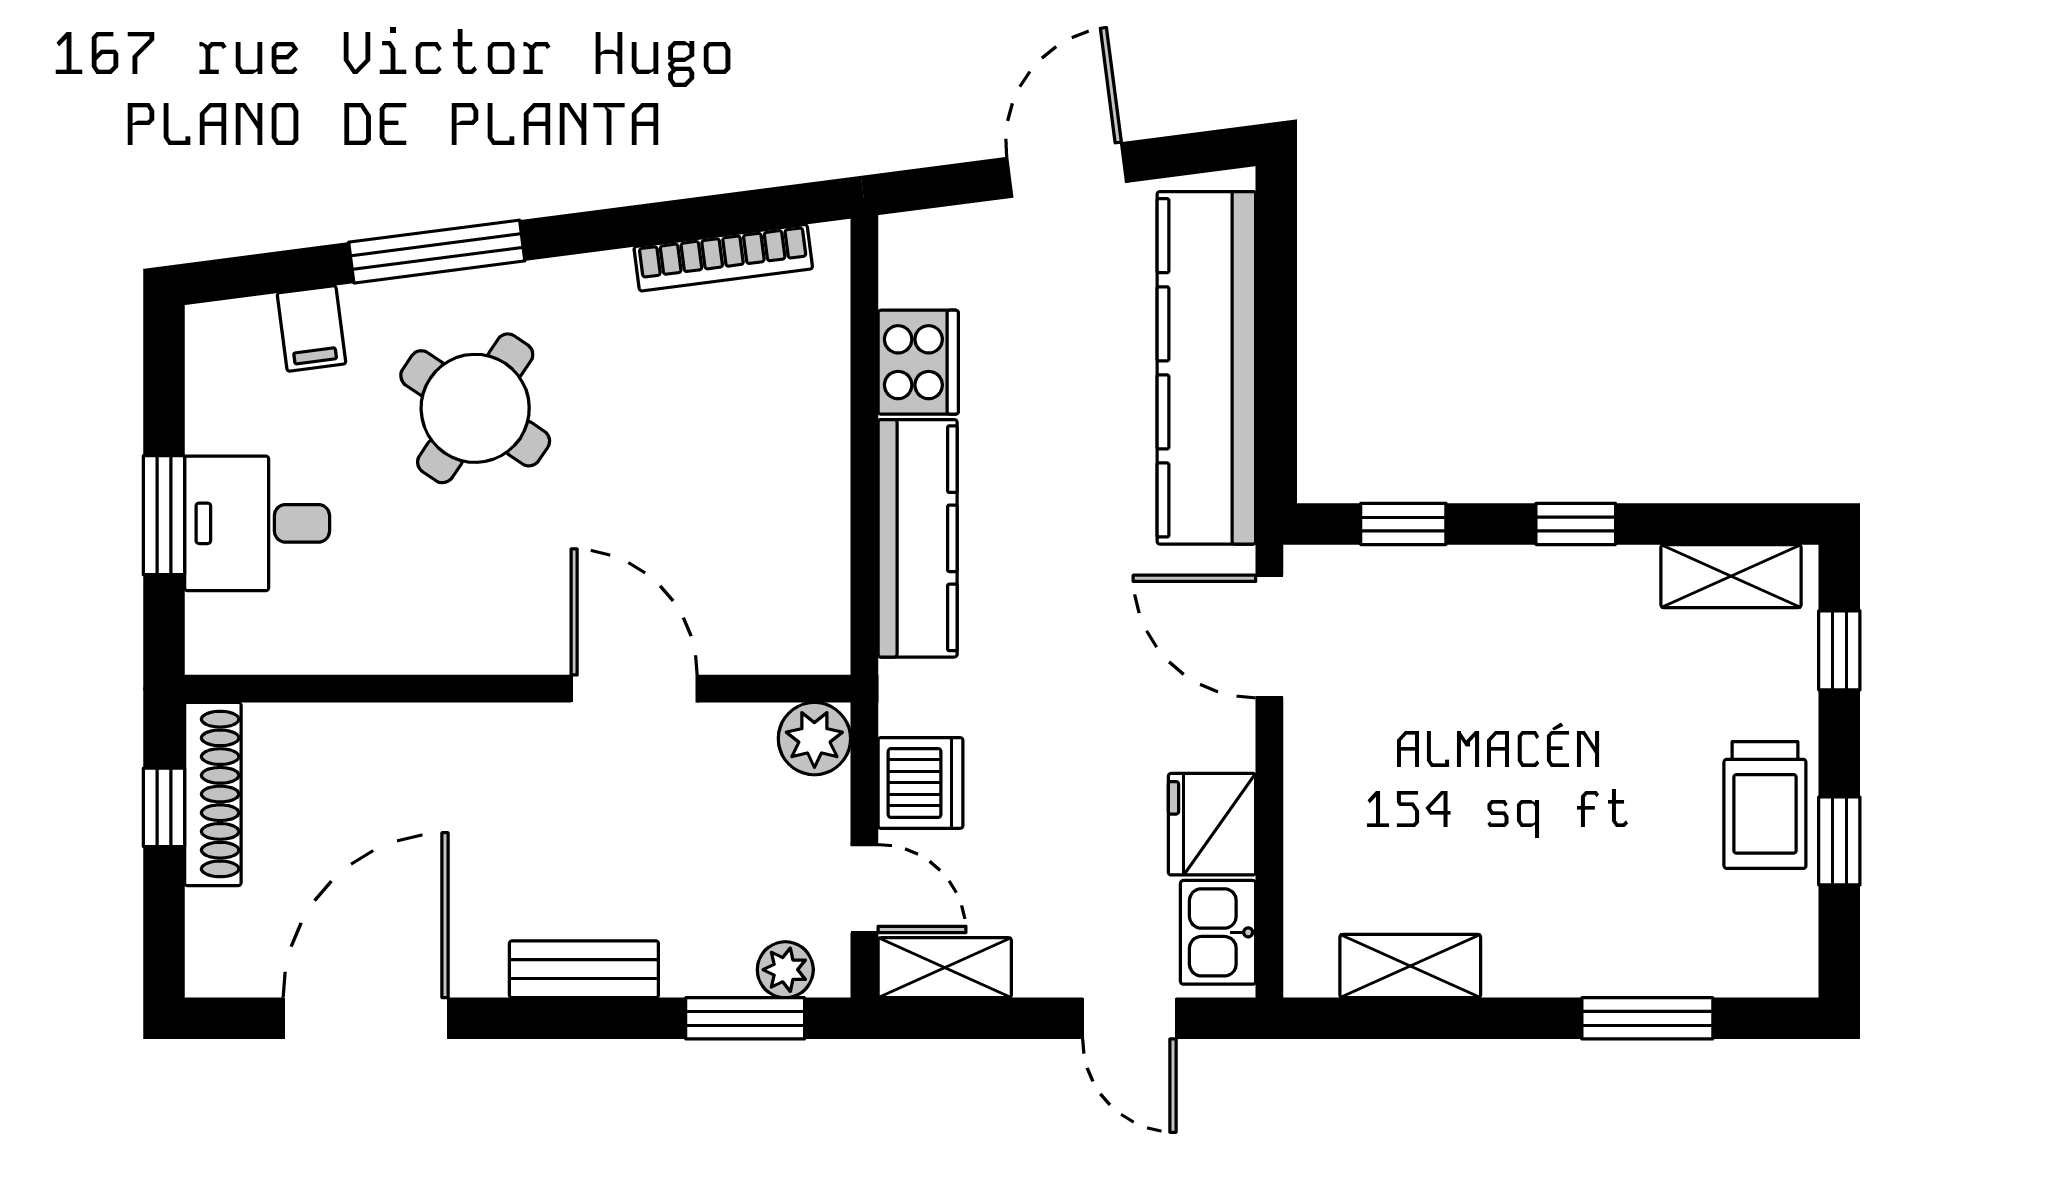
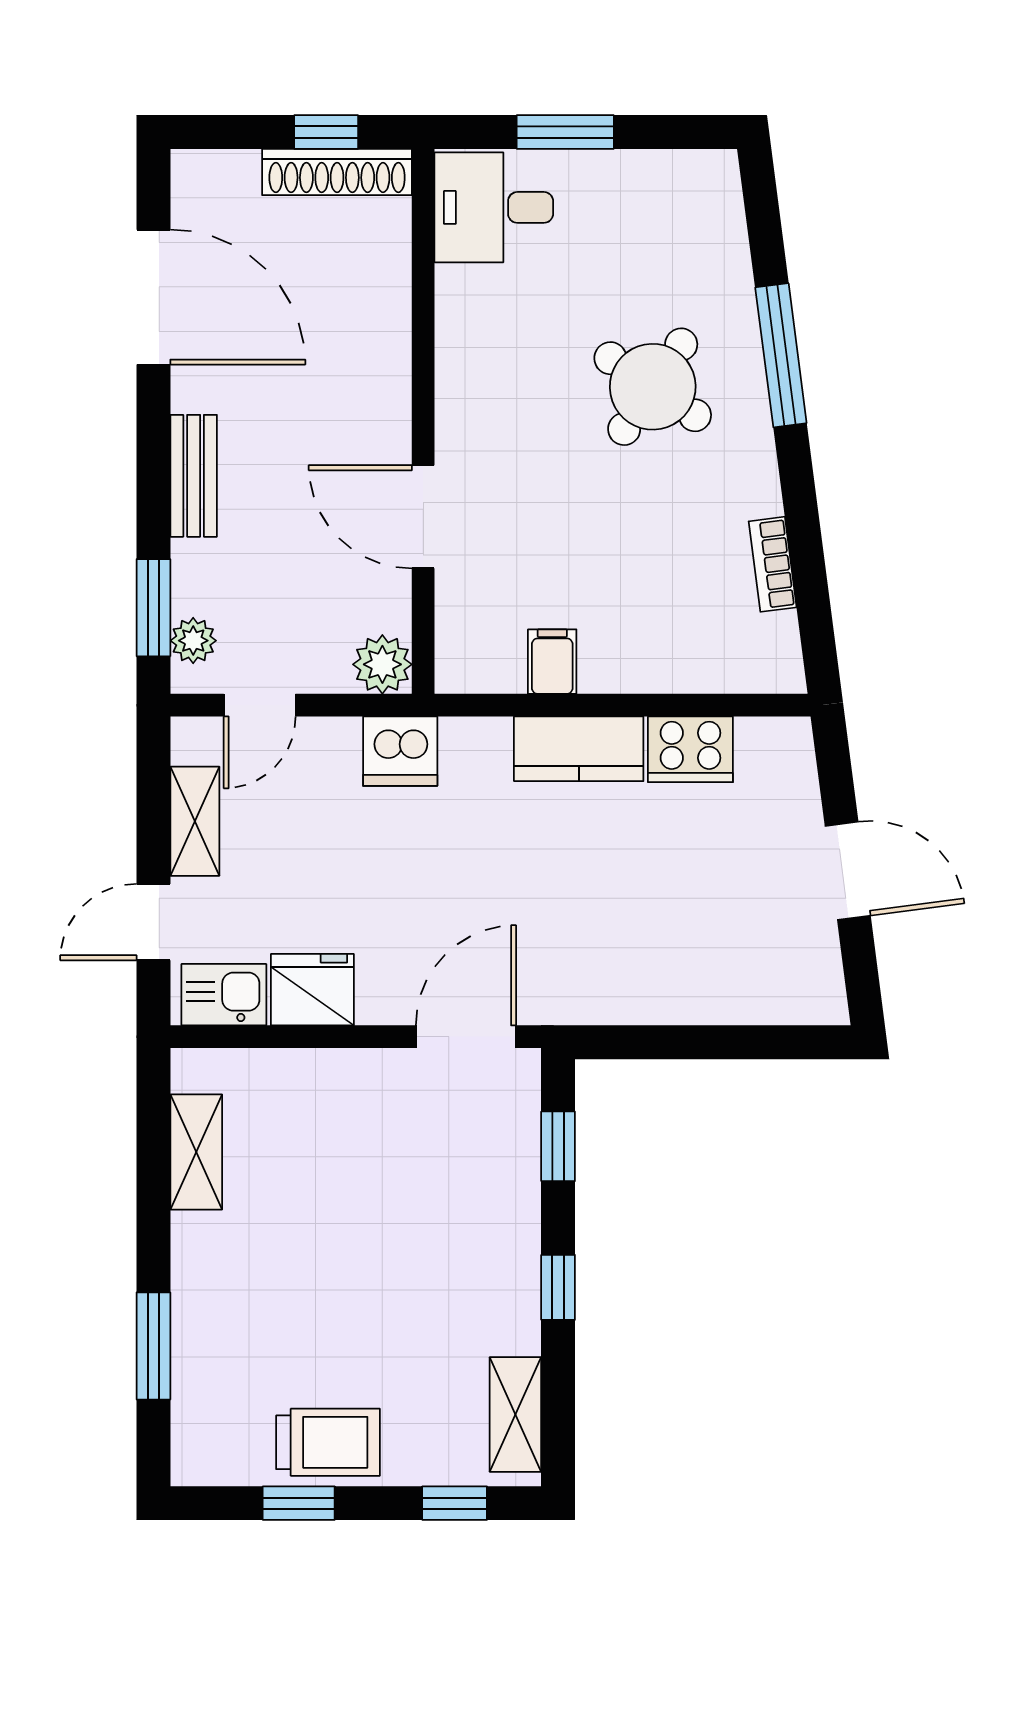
bookcase: (723, 258) -> (773, 564), width x0.64
filing cabinet: (312, 328) -> (552, 662), moved, turned 97
kitchen counter: (1206, 368) -> (686, 985), removed
desk: (257, 523) -> (494, 207), moved, turned -90
kitchen counter: (918, 538) -> (579, 749), width x0.67
door: (634, 689) -> (423, 517), swing flipped
dishwasher: (920, 783) -> (400, 751), moved
trolley: (1765, 805) -> (328, 1442), turned 180
shelving: (945, 968) -> (195, 821), moved

